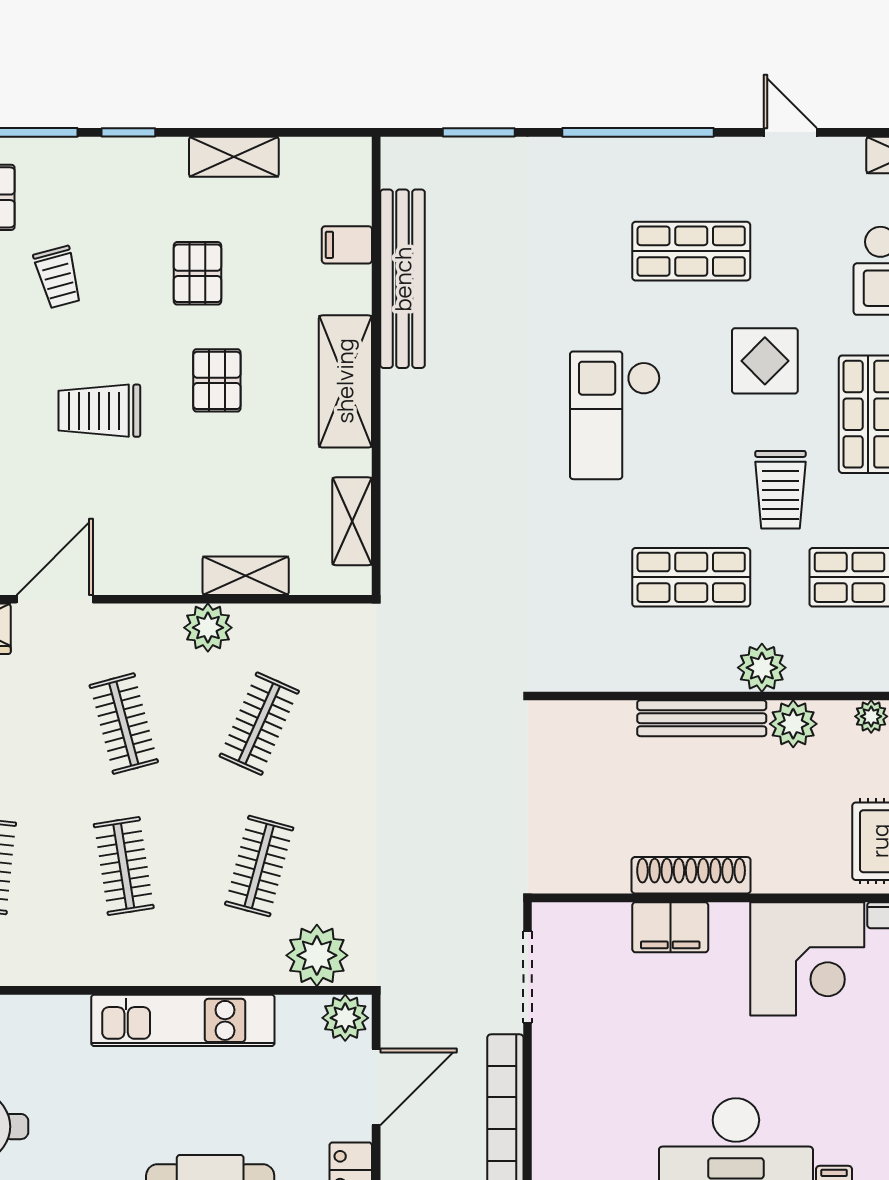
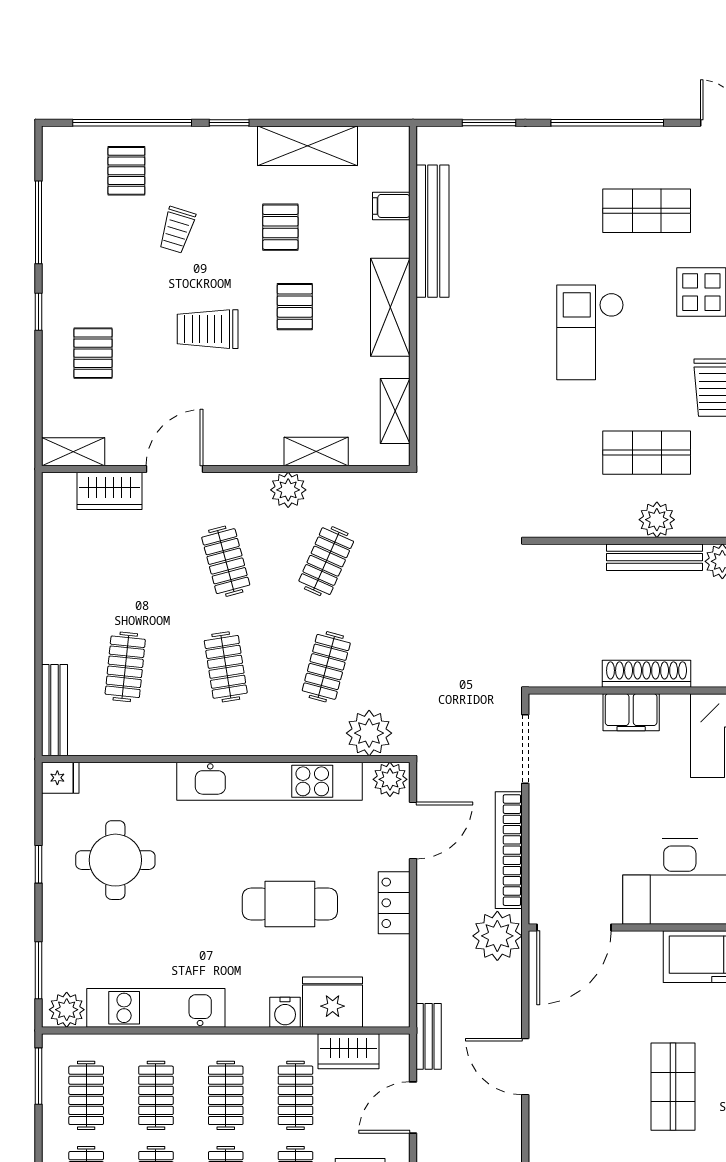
shelving: (234, 157) -> (307, 146), width x1.50, depth x1.33
trolley: (58, 277) -> (177, 230), turned 32
plant: (762, 668) -> (657, 520), moved
kitchen unit: (183, 1020) -> (270, 781), width x1.36

